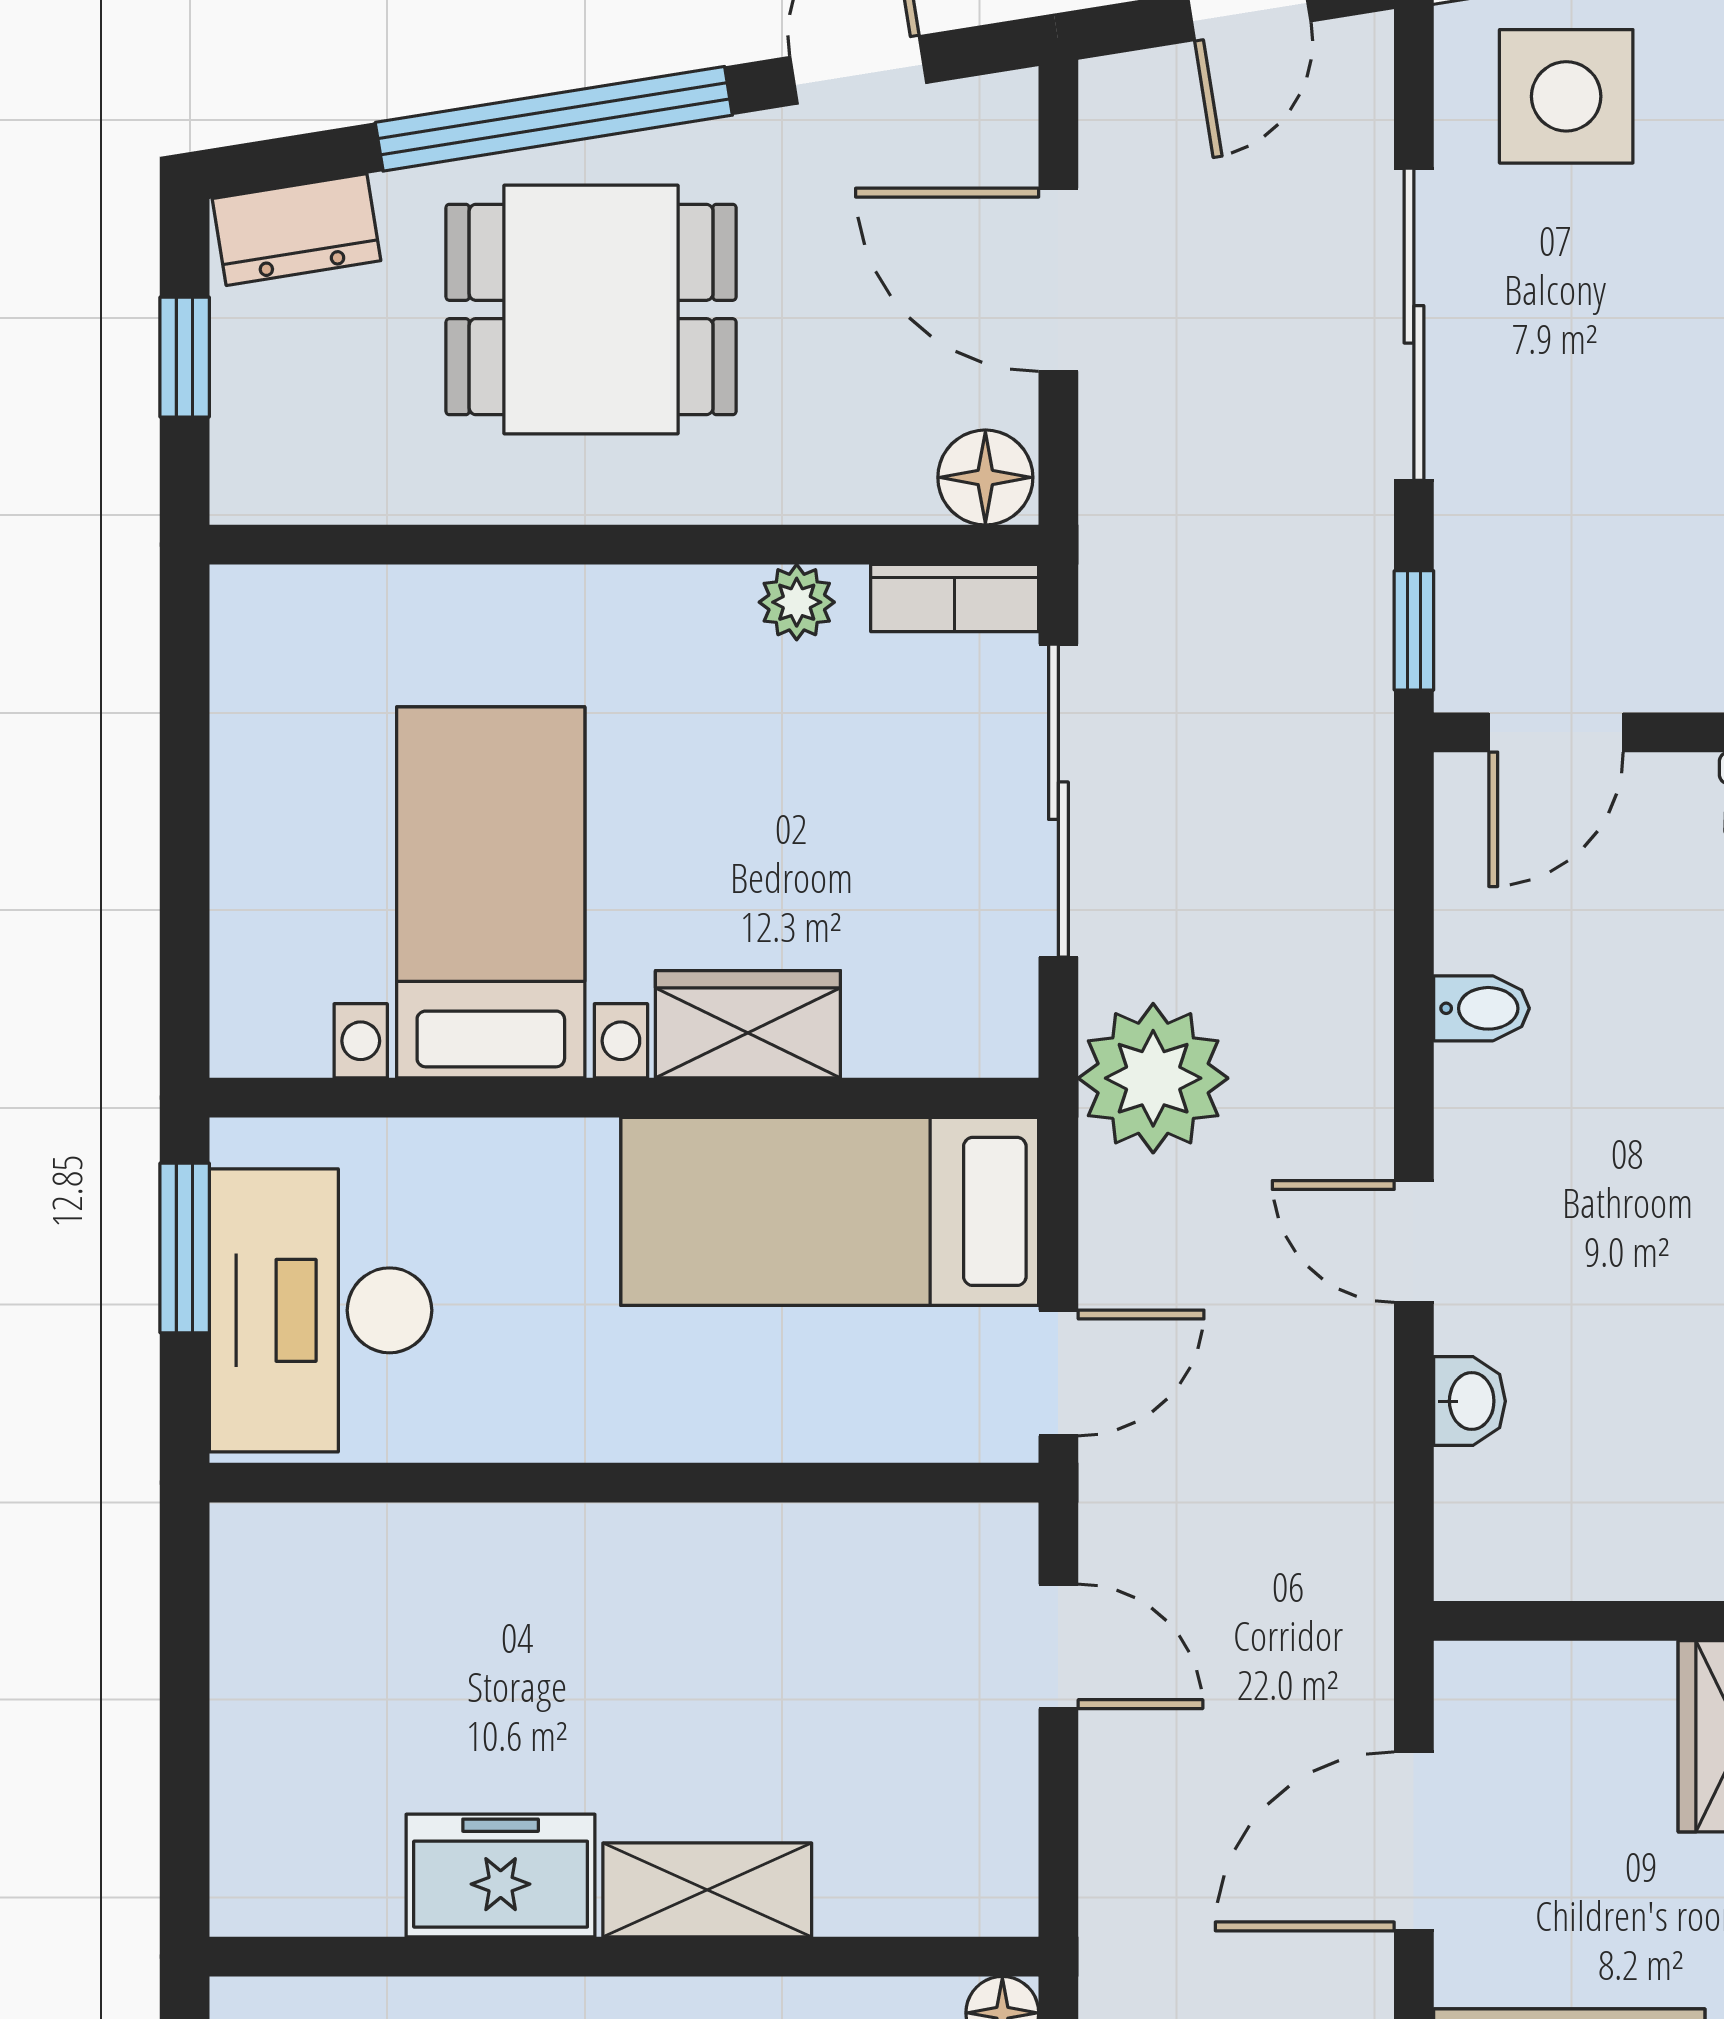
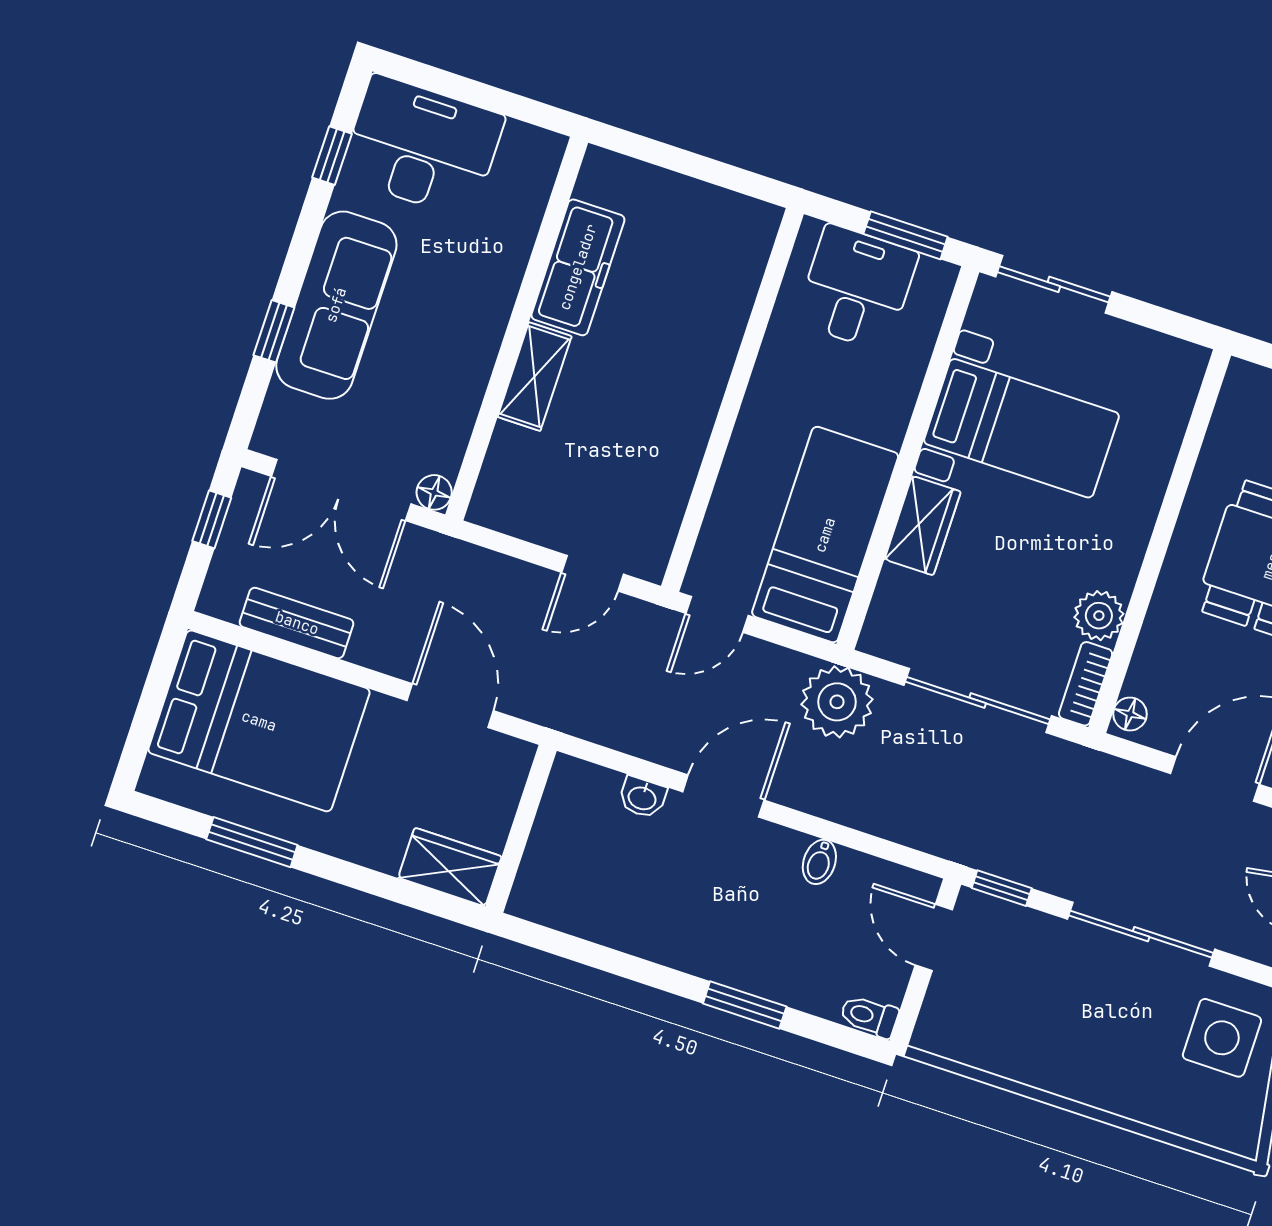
floor lamp: (985, 477) -> (1130, 714), width x0.73, depth x0.73
plant: (797, 602) -> (1099, 616), width x1.38, depth x1.38
sliding door: (185, 922) -> (1054, 284), added
door: (1414, 1241) -> (723, 796), width x1.38
desk: (321, 1310) -> (857, 288), width x0.73
door: (1058, 1373) -> (717, 614), hinge flipped
freezer: (501, 1876) -> (578, 267), width x1.40

